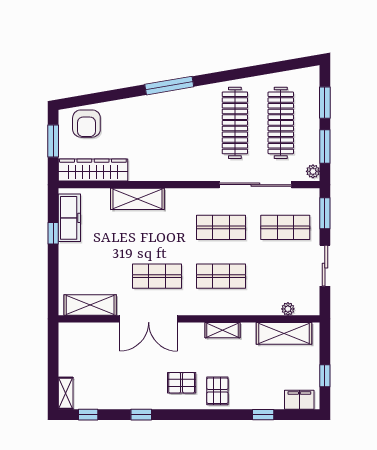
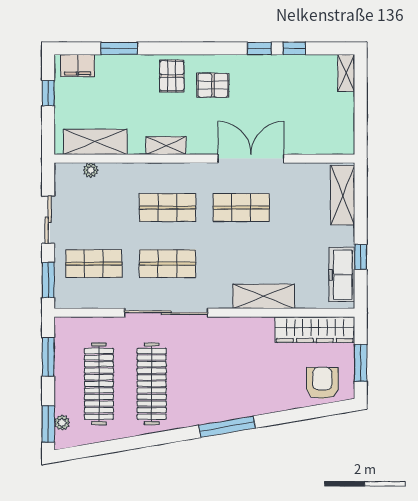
window: (325, 103) -> (48, 424), moved
plant: (313, 171) -> (62, 423), moved
sliding door: (255, 185) -> (166, 313), moved
shelving: (90, 305) -> (343, 195), moved, turned 90
window: (88, 415) -> (294, 48), moved
window: (263, 415) -> (119, 48), width x1.50

